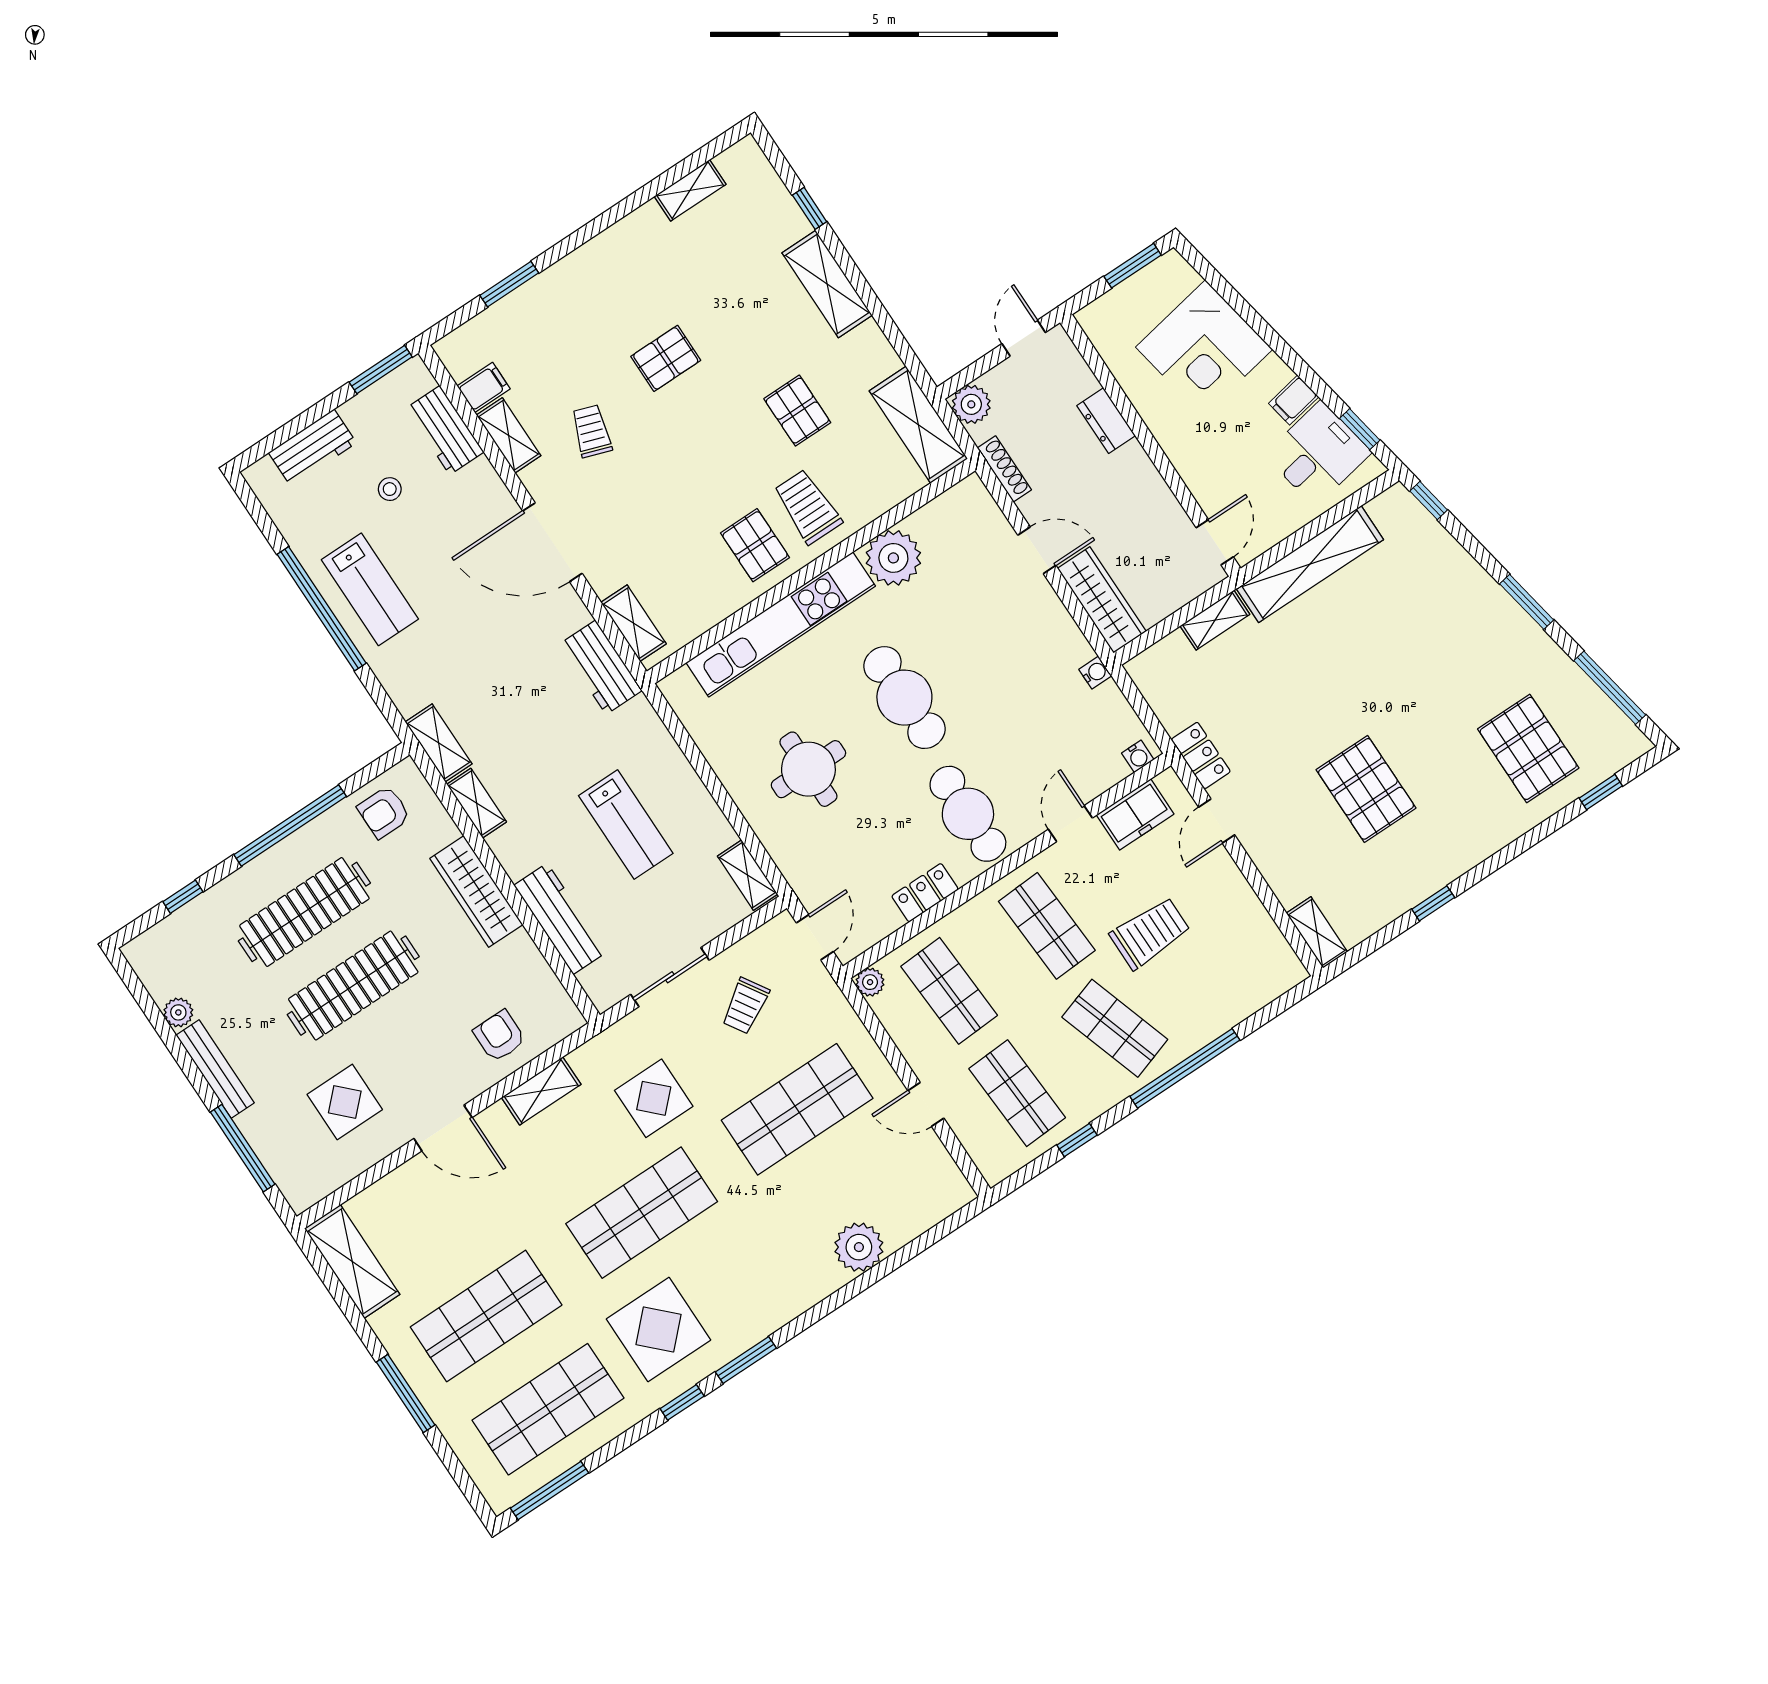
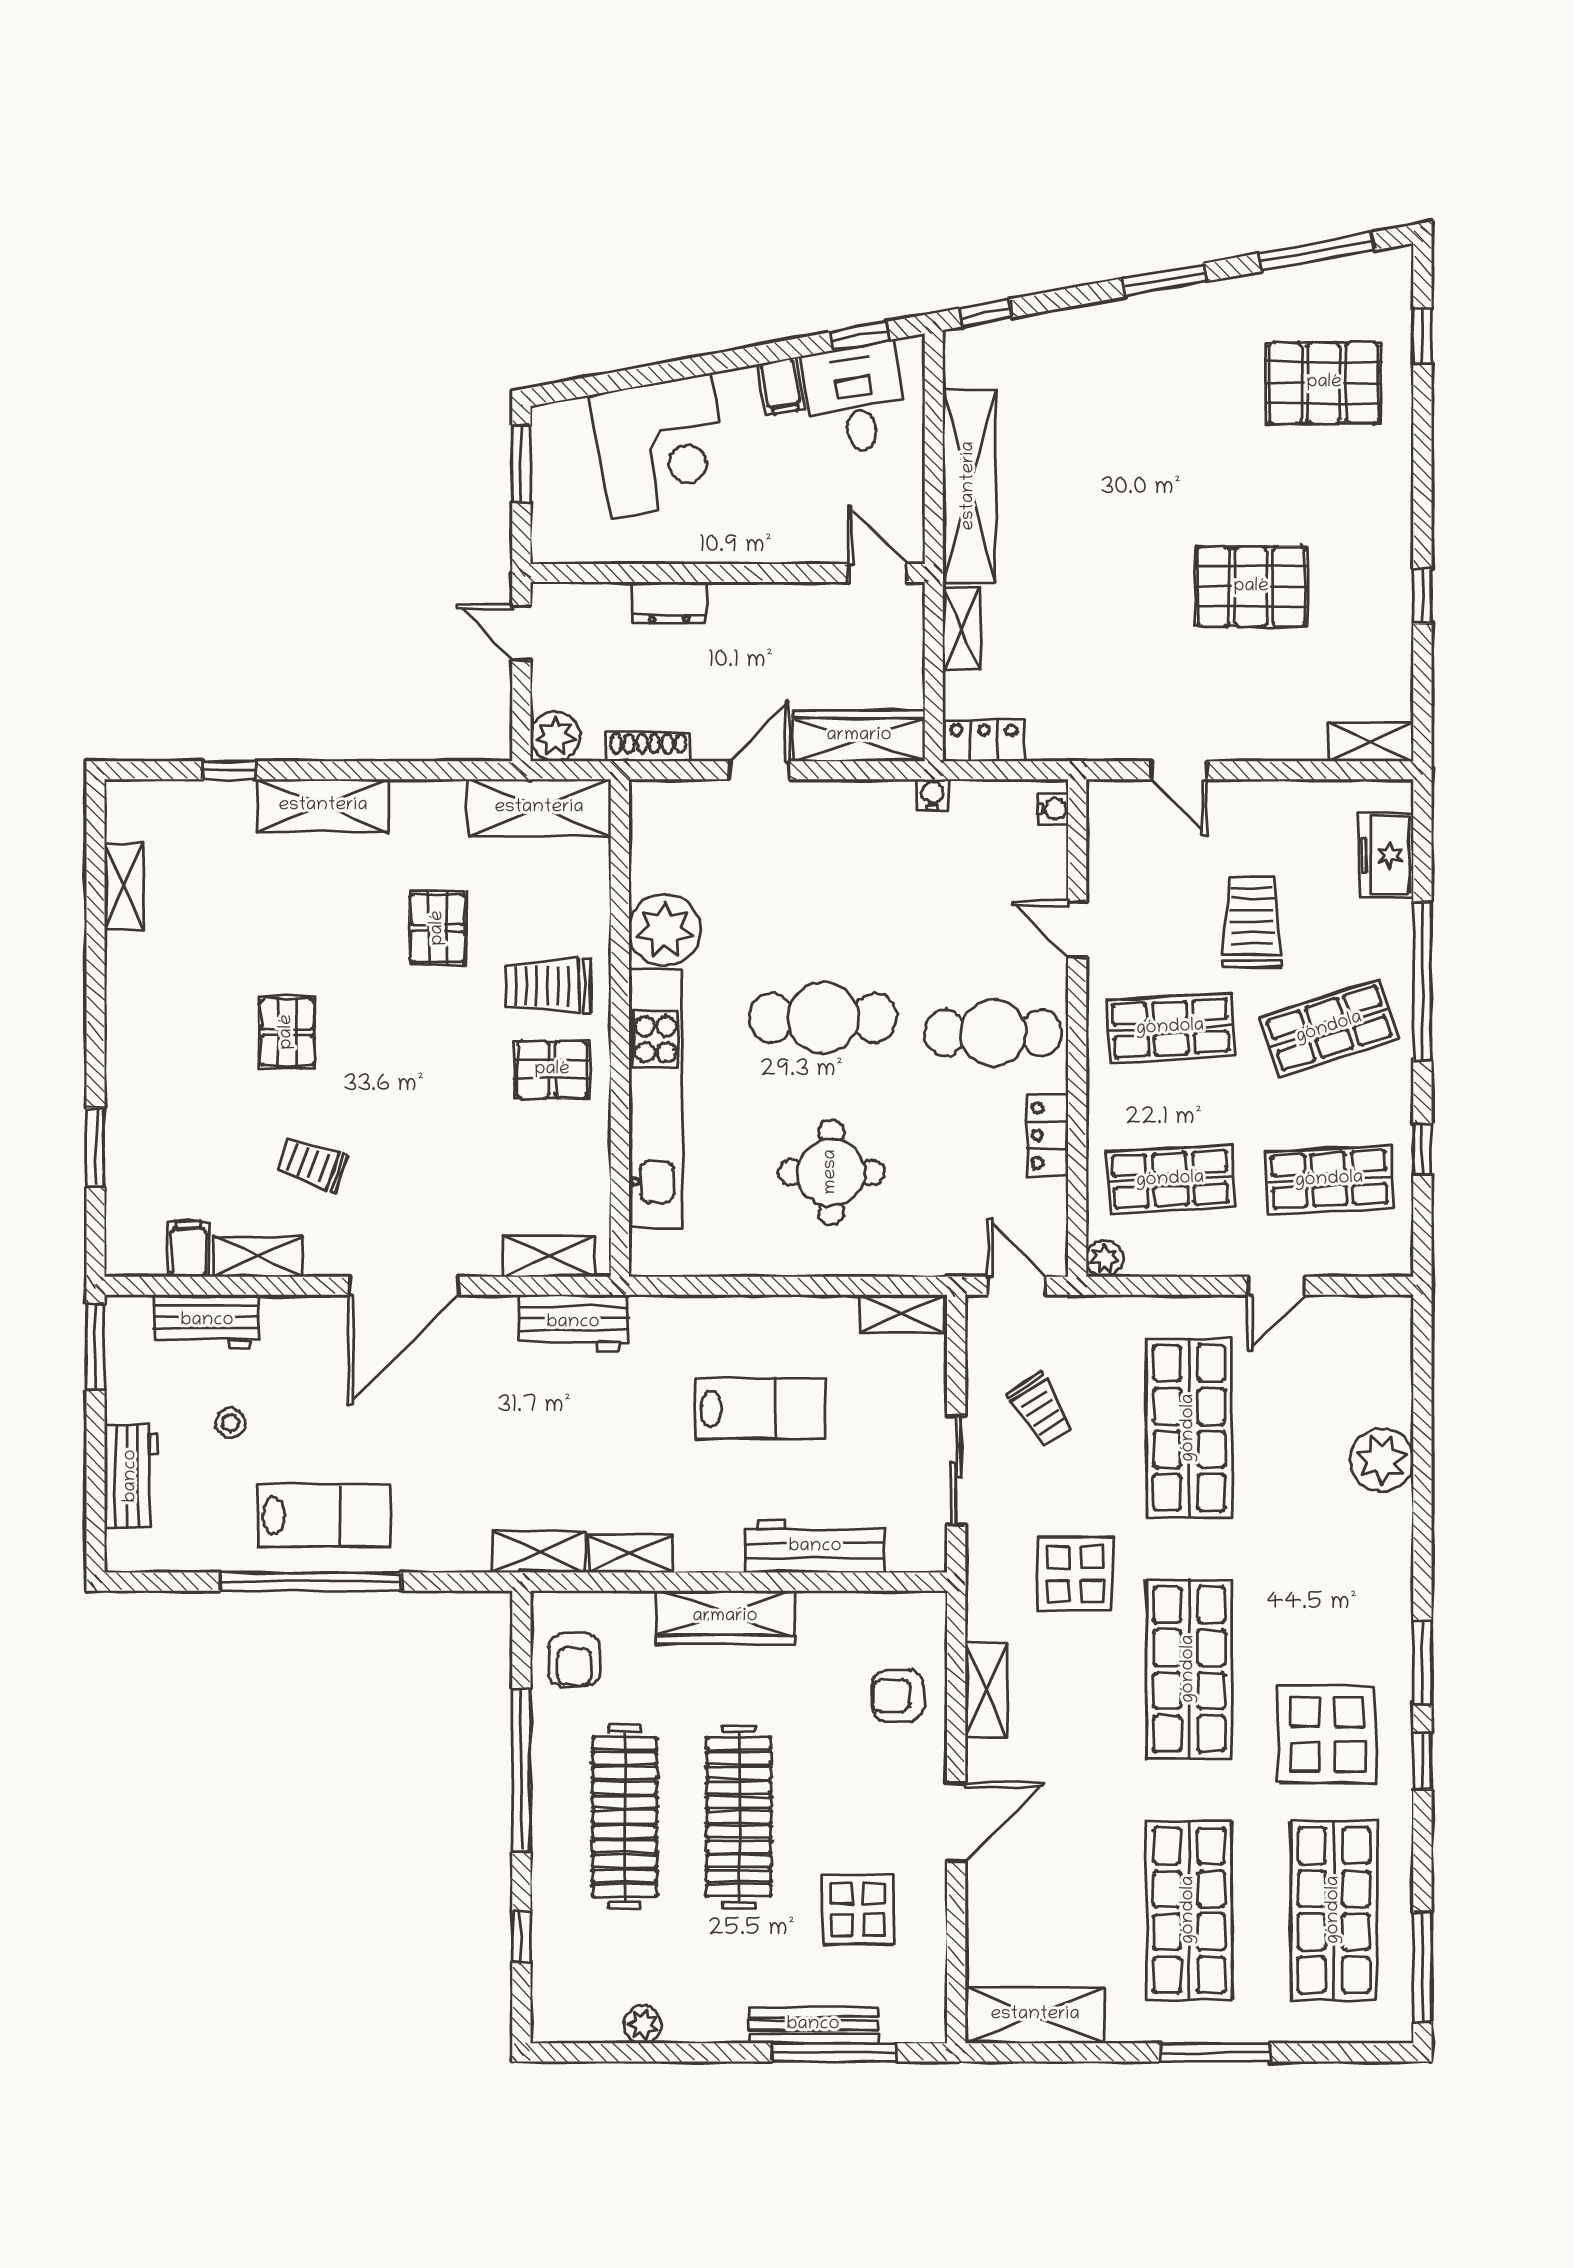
pallet: (797, 411) -> (438, 928), turned 90
locker: (1201, 756) -> (984, 740), moved
freezer: (1135, 814) -> (1386, 856), moved, turned 180
bench: (215, 1069) -> (813, 2025), moved

